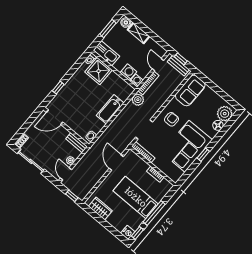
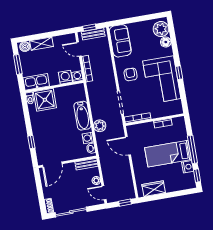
plant: (138, 100) -> (100, 126), moved
washing machine: (97, 127) -> (88, 138), added
nightstand: (128, 233) -> (188, 167), moved

